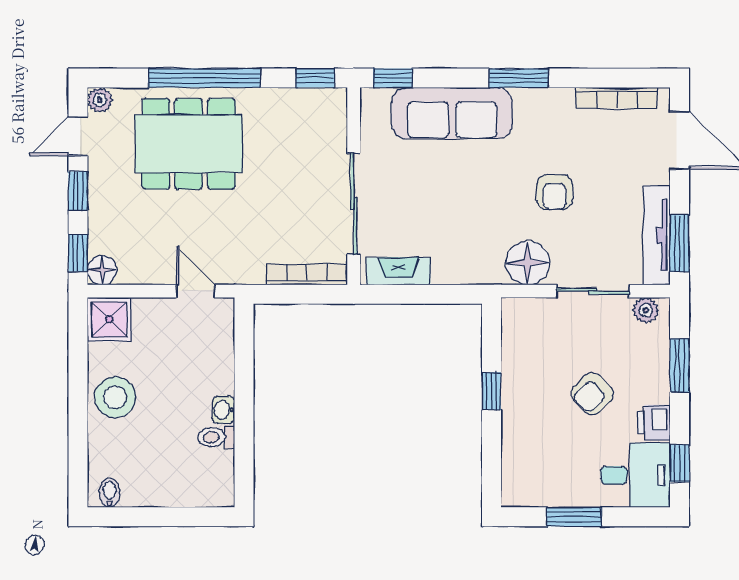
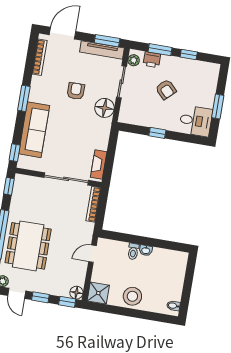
armchair: (555, 192) -> (76, 91), turned -90
printer: (654, 423) -> (152, 60), moved
toilet: (216, 437) -> (133, 251), moved
window: (680, 463) -> (189, 55), moved
desk: (635, 475) -> (196, 121), moved, turned 90

